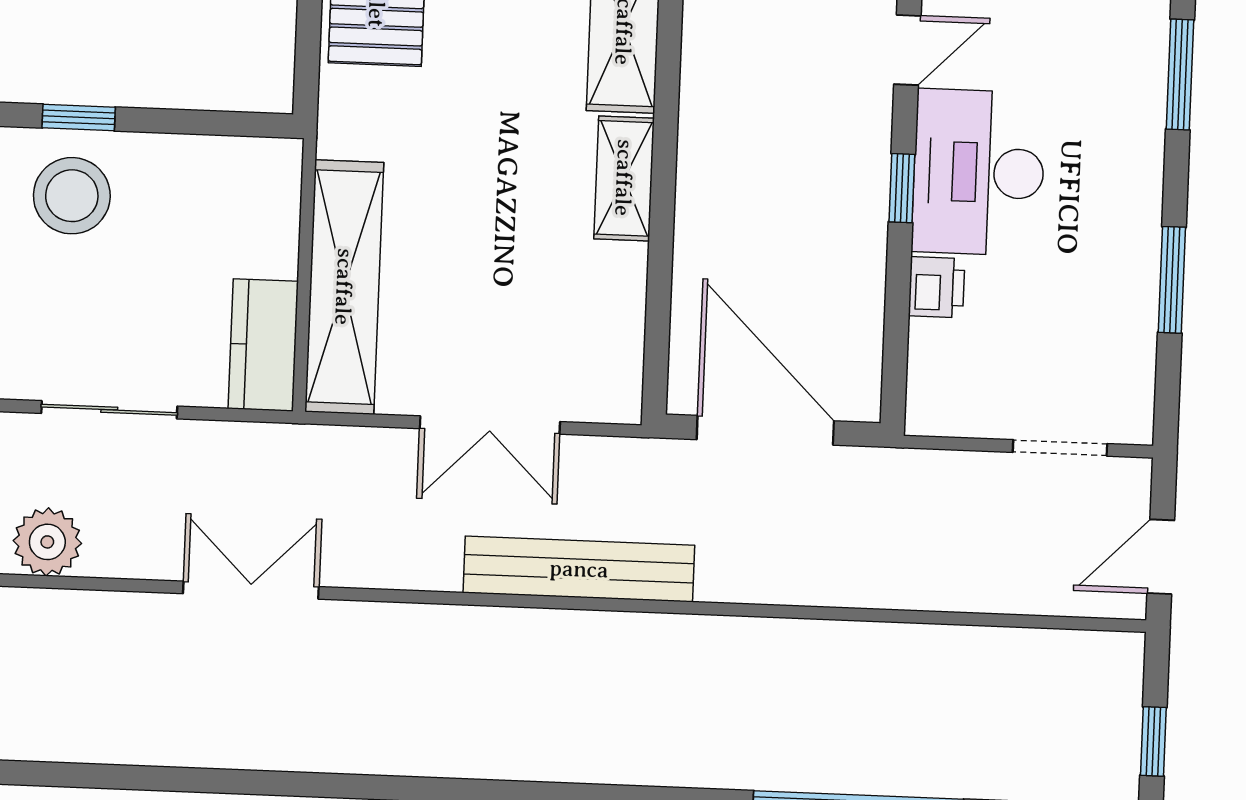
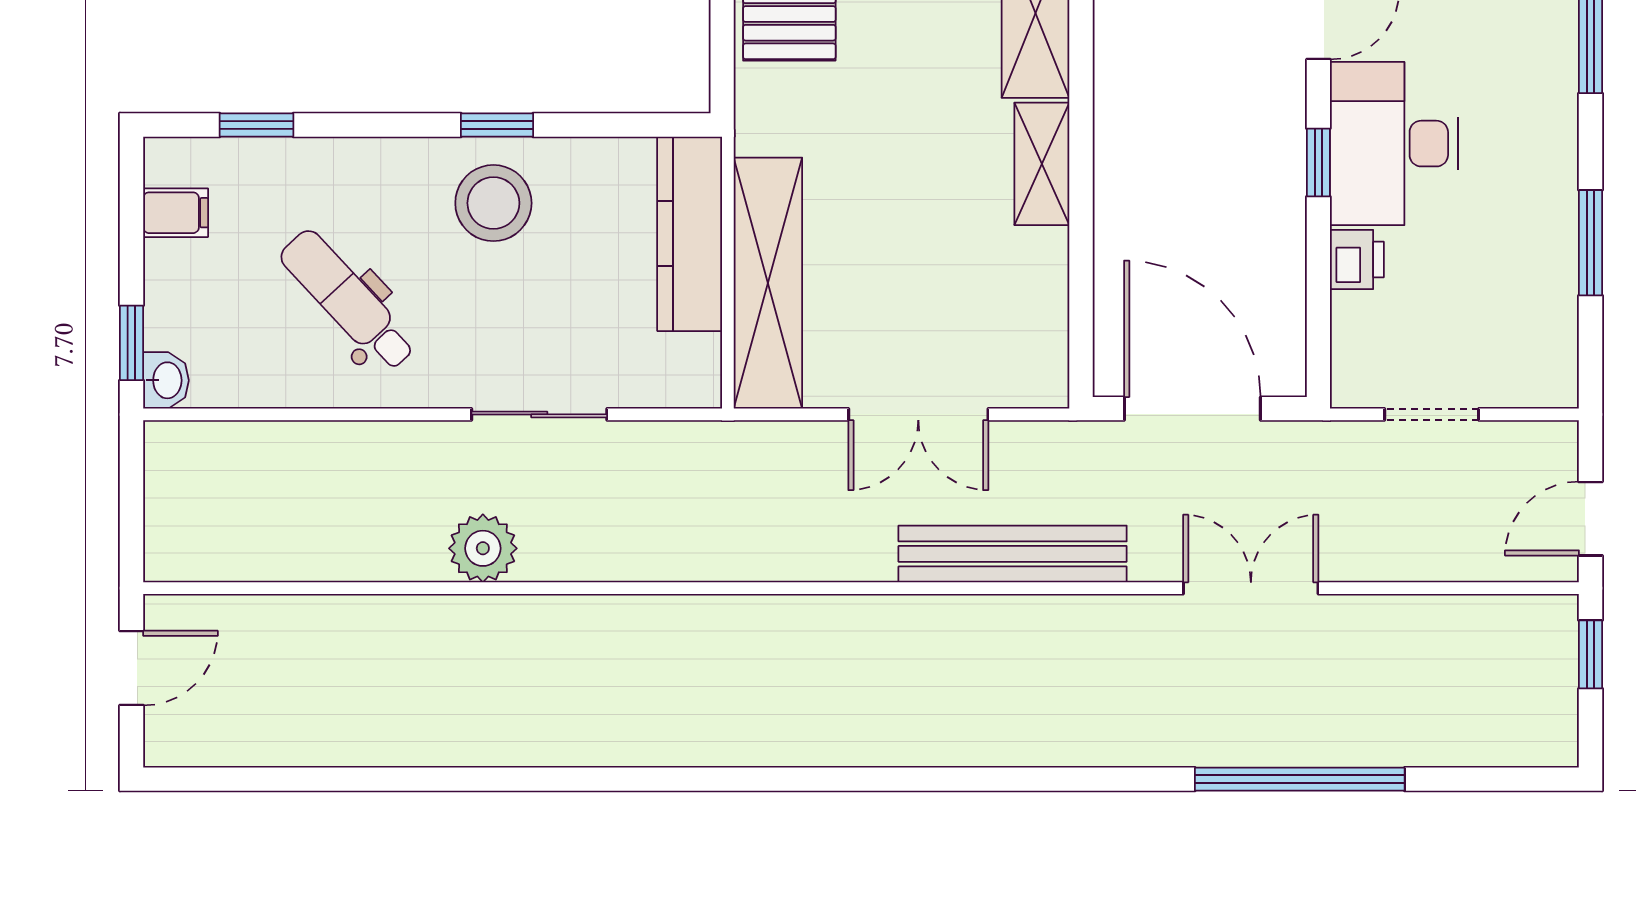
kitchen counter: (263, 345) -> (690, 234), moved, width x1.50
doorway: (1060, 448) -> (1432, 414), moved
double door: (251, 590) -> (1251, 588), moved
window: (1153, 741) -> (1591, 654), moved

